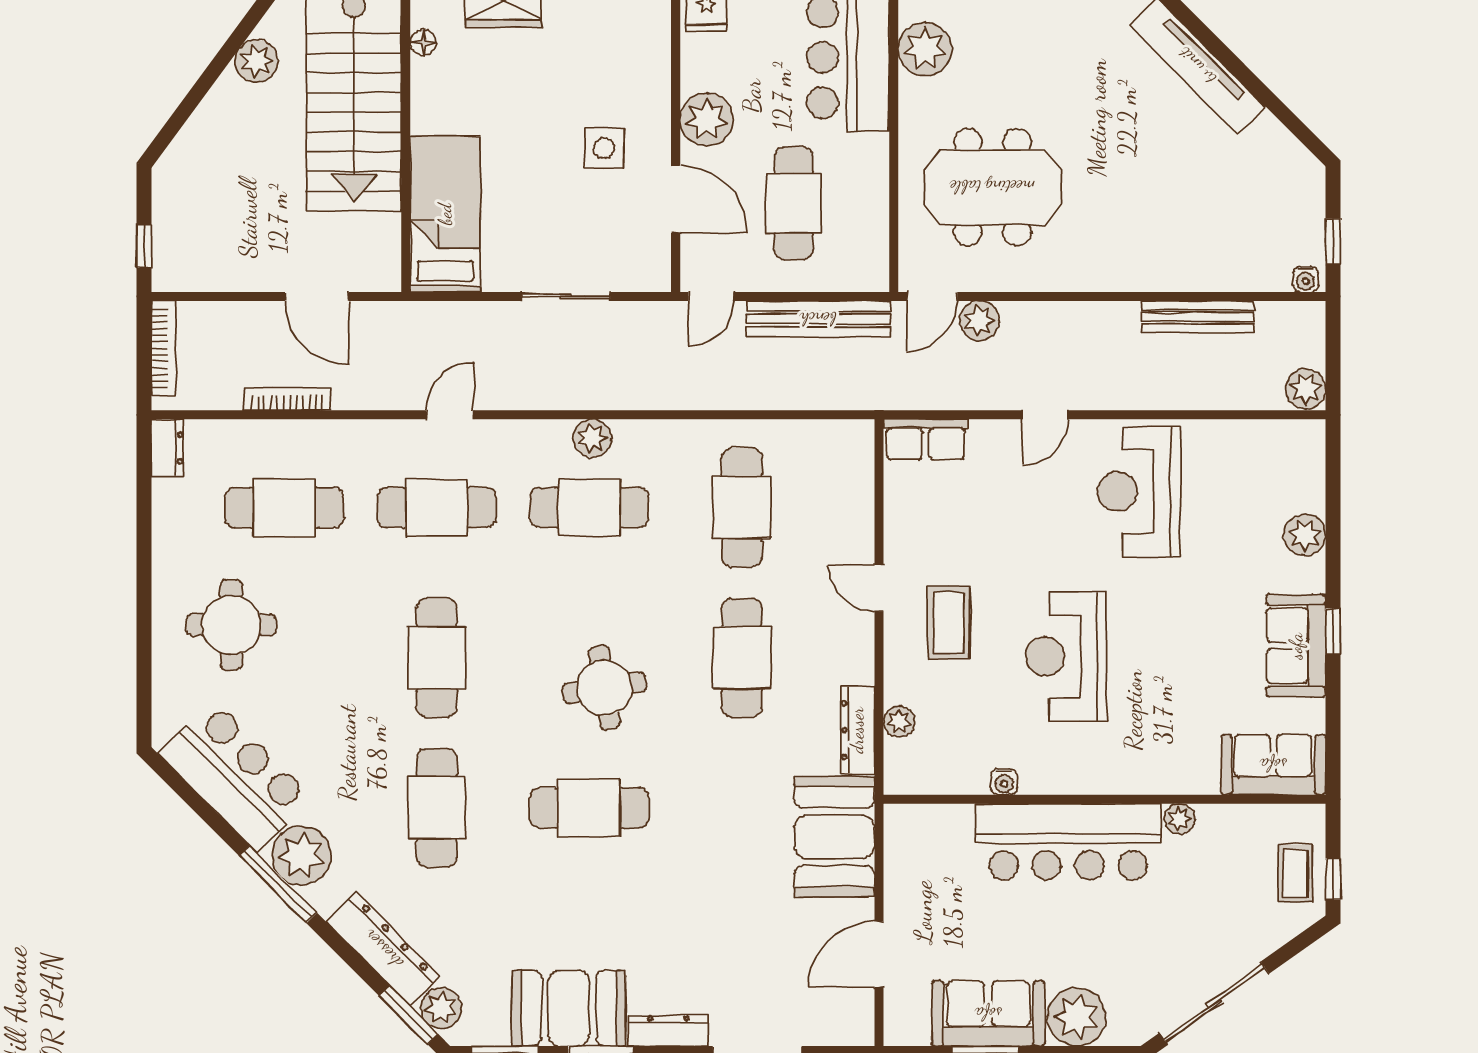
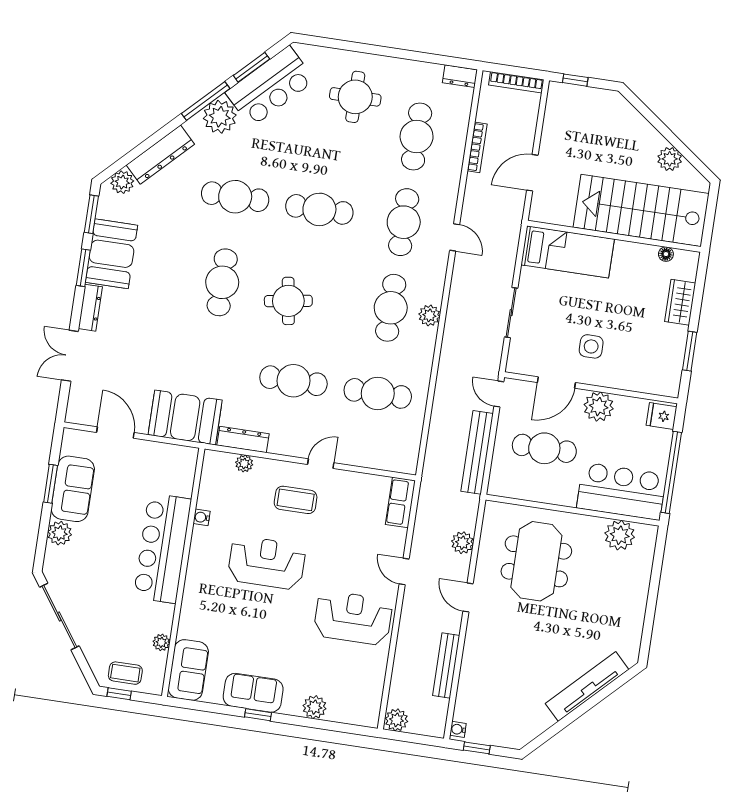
door: (932, 296) -> (468, 598), moved
plant: (1180, 819) -> (161, 642), moved
window: (409, 1015) -> (251, 67), moved
plant: (1077, 1017) -> (60, 533), width x0.73, depth x0.73

